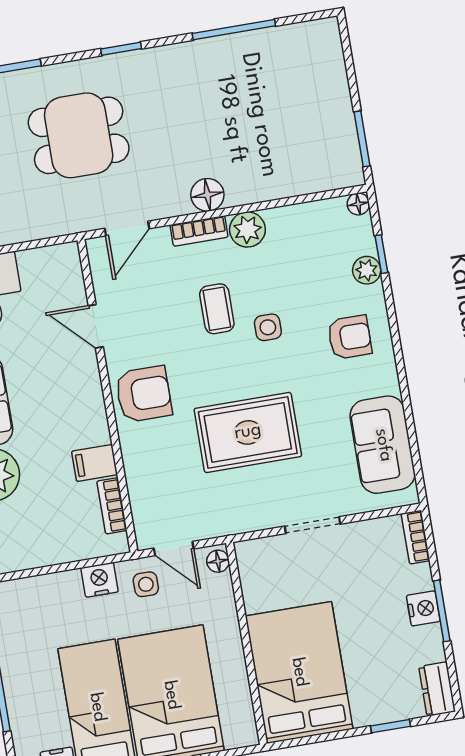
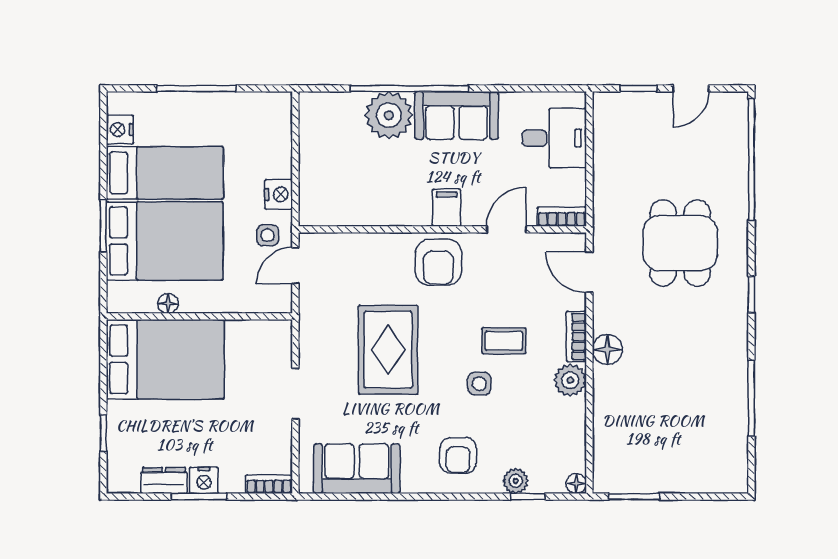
filing cabinet: (94, 463) -> (447, 208), moved
bookcase: (112, 506) -> (562, 217), moved
floor lamp: (218, 561) -> (168, 303), moved
dresser: (437, 689) -> (164, 480), moved

